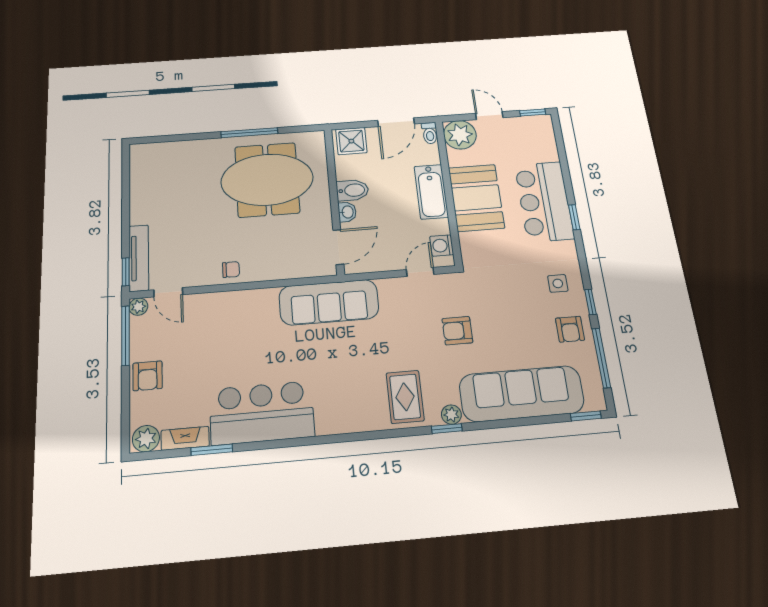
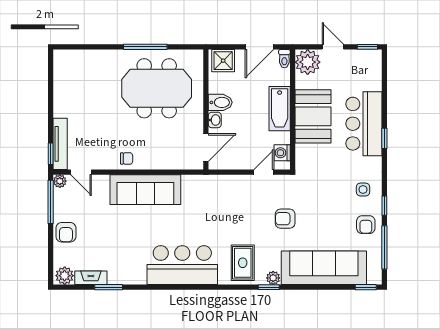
sofa: (329, 302) -> (145, 190), moved
bar counter: (262, 413) -> (182, 265), moved

